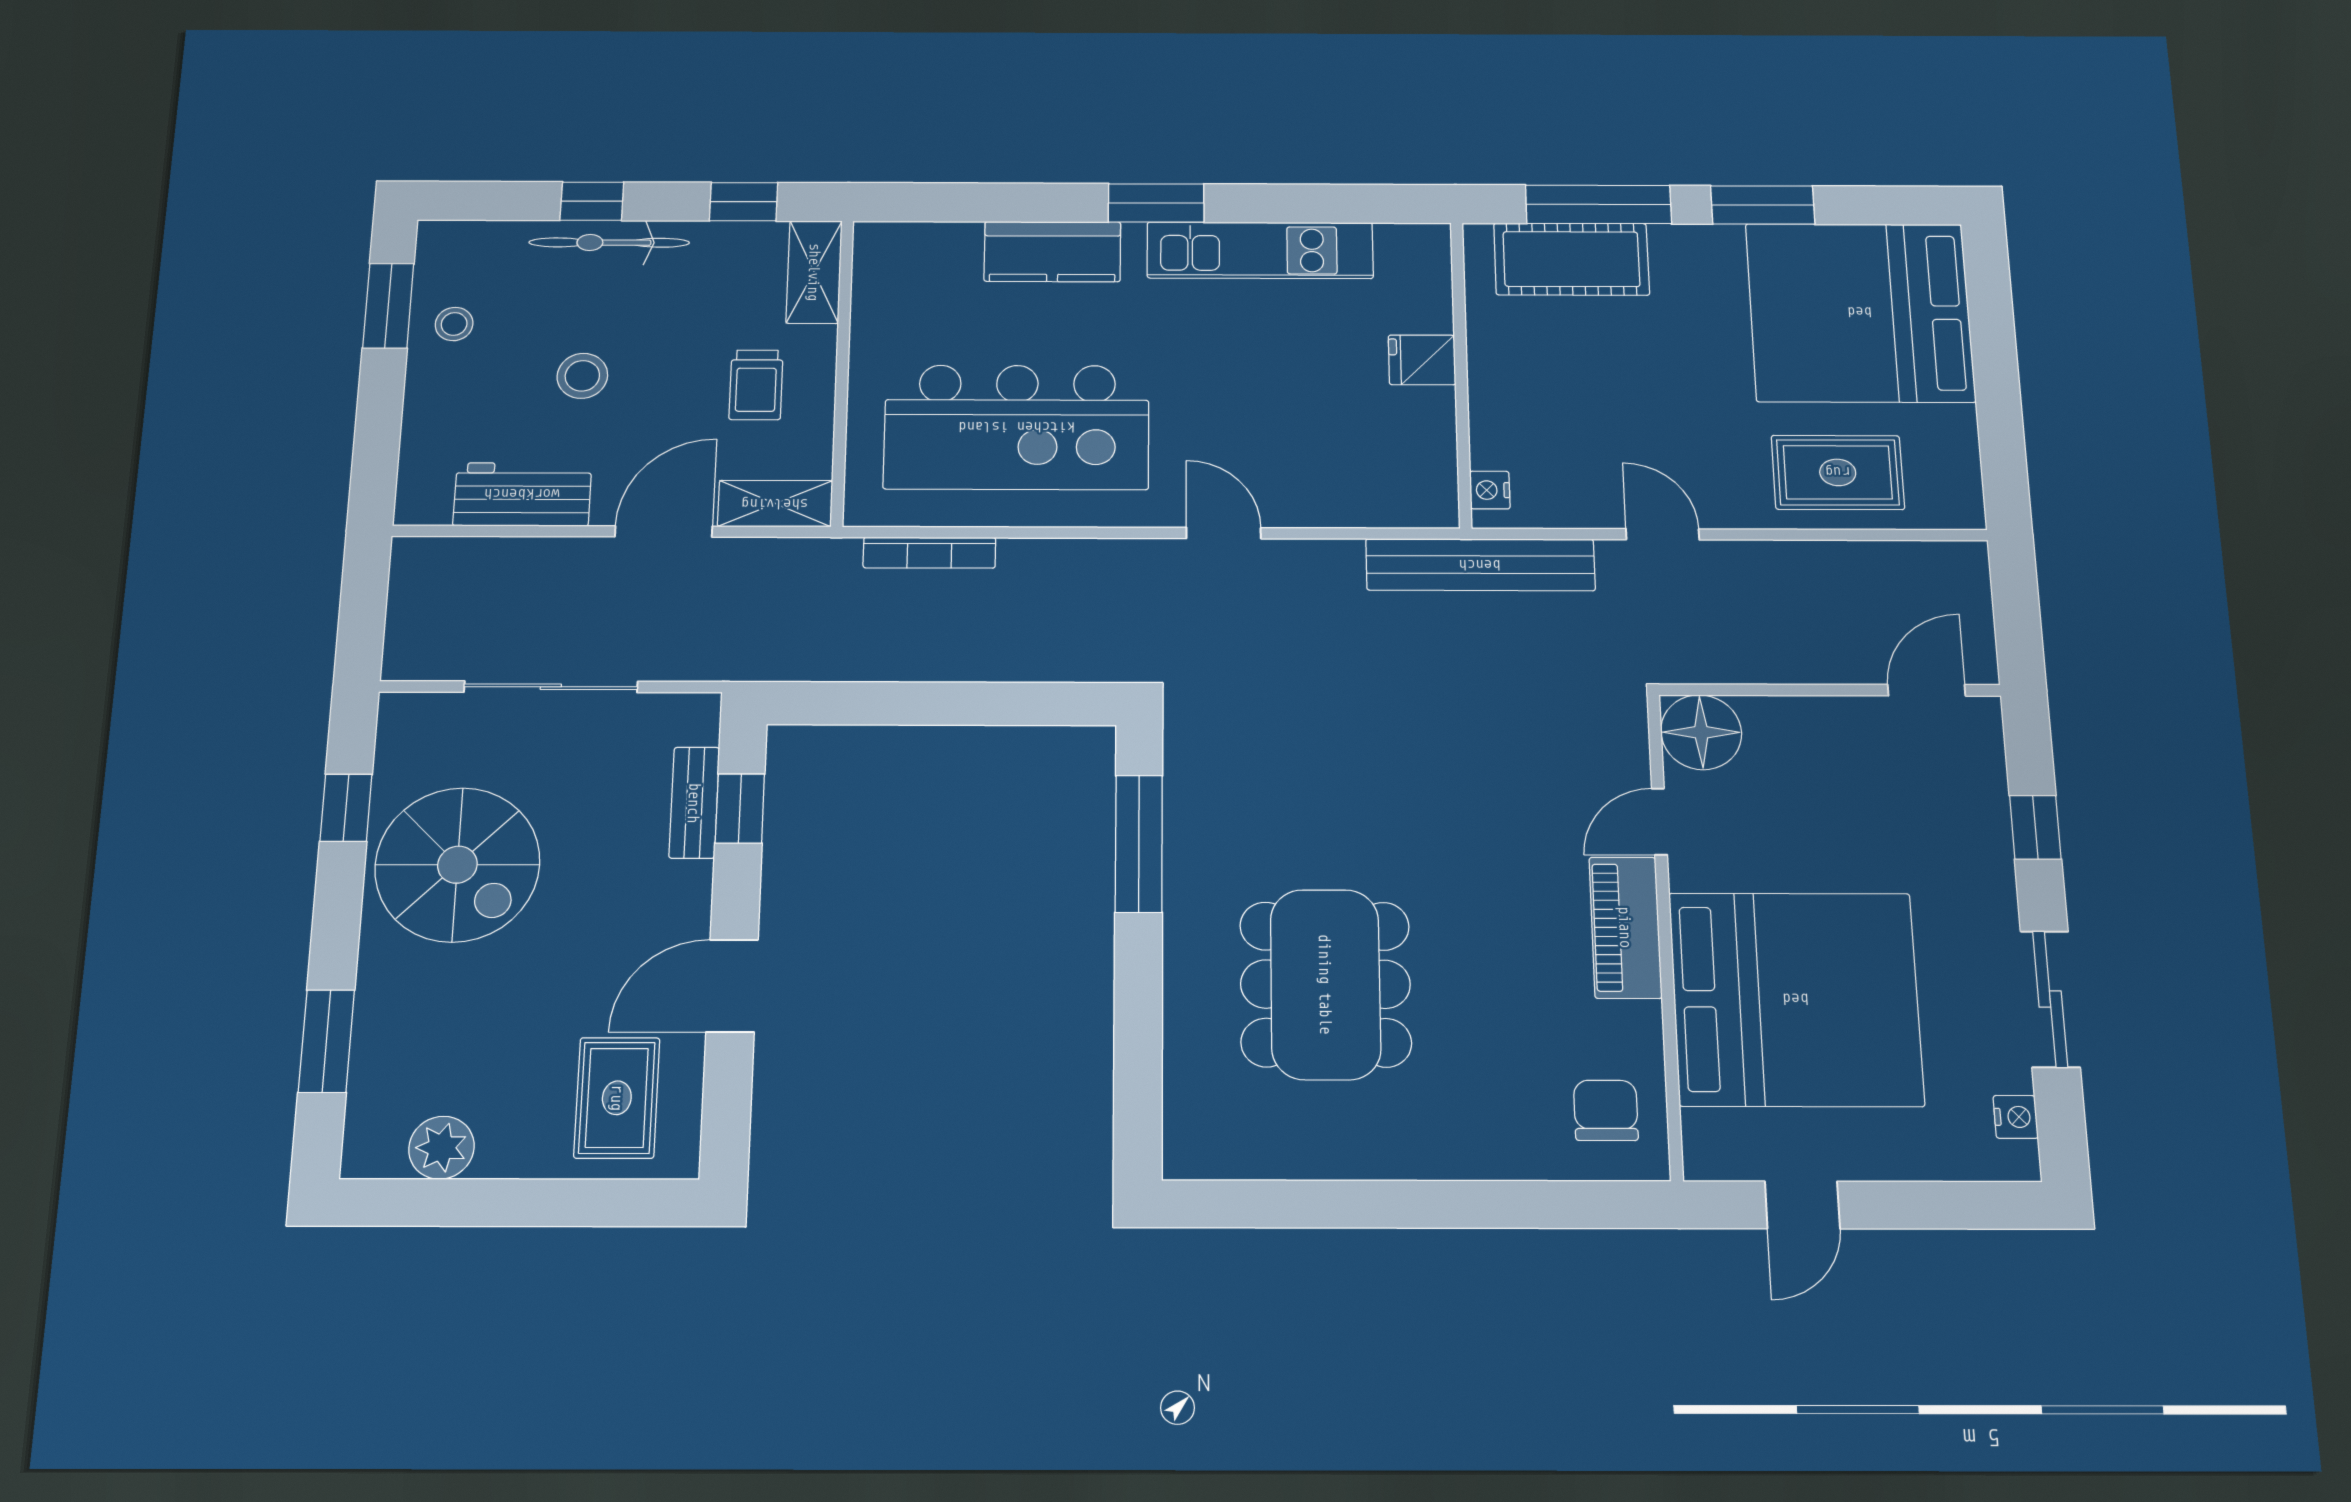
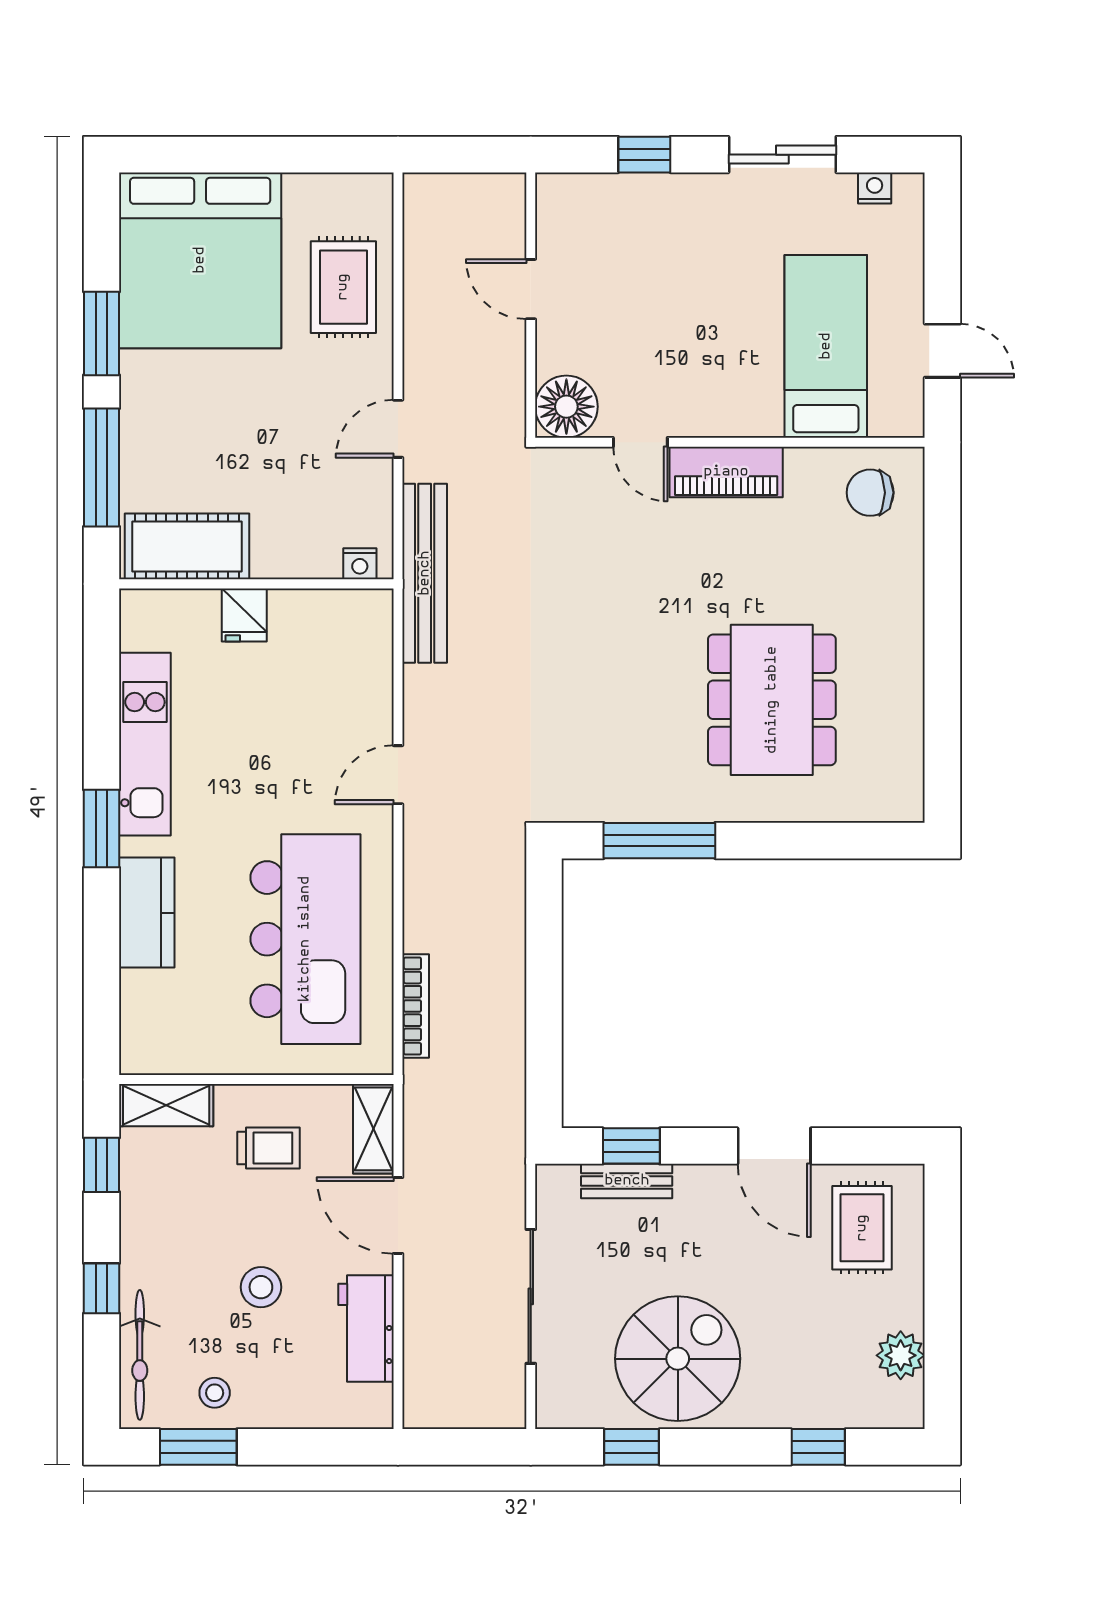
bicycle: (609, 243) -> (140, 1355), moved
cot: (1571, 259) -> (187, 546), moved, turned 90
door: (1927, 690) -> (531, 289), moved
dining table: (1325, 984) -> (772, 700), turned 90
bed: (1796, 999) -> (826, 346), width x0.49
window: (326, 1041) -> (818, 1447), width x0.67
rug: (617, 1098) -> (862, 1228), turned 90

